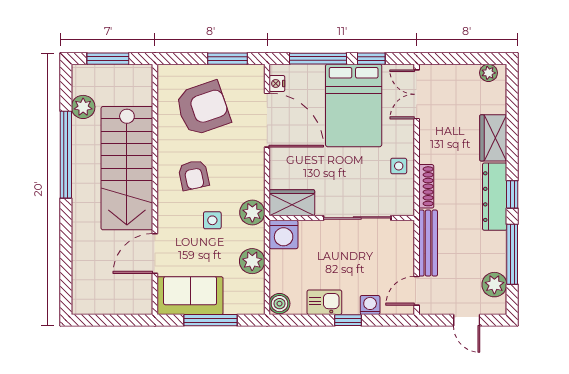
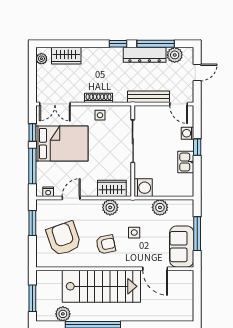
door: (267, 120) -> (71, 198), width x0.53
wardrobe: (493, 138) -> (66, 56), moved
shoe rack: (426, 186) -> (98, 98), moved
dresser: (495, 197) -> (145, 55), moved
wardrobe: (292, 203) -> (112, 188), moved, turned 90
plant: (252, 212) -> (110, 207), moved
boiler: (279, 304) -> (187, 190), removed

